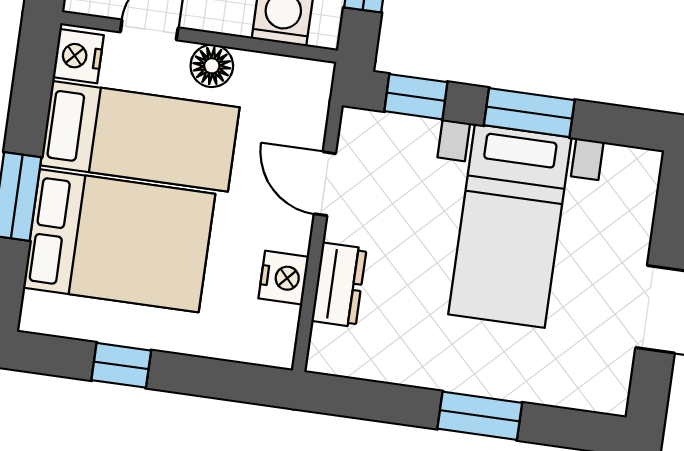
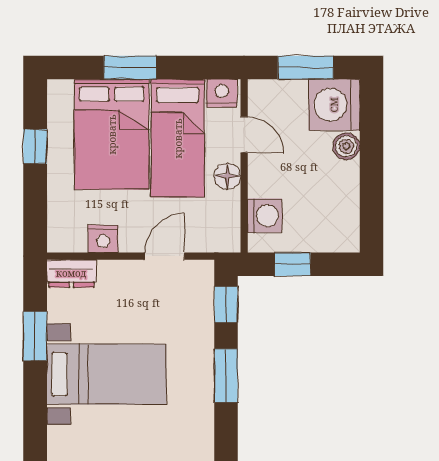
bed with nightstands: (510, 226) -> (107, 374), moved, turned 180
dresser: (339, 285) -> (71, 273), moved
window: (480, 416) -> (35, 336), moved

